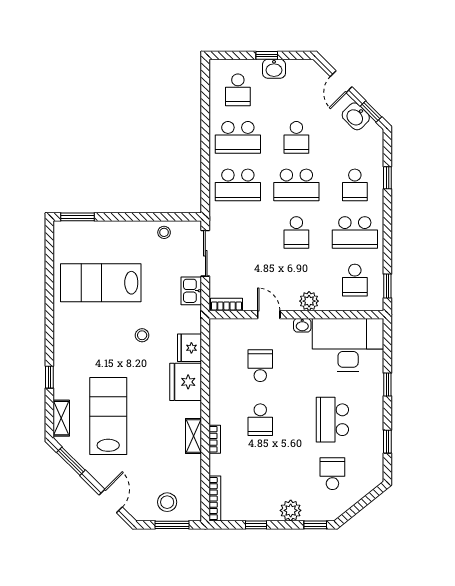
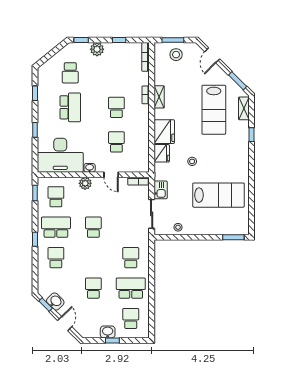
window: (387, 178) -> (35, 239), moved
school desk: (238, 185) -> (131, 258), width x0.54
school desk: (296, 185) -> (93, 258), removed
school desk: (260, 366) -> (116, 142), turned 180

